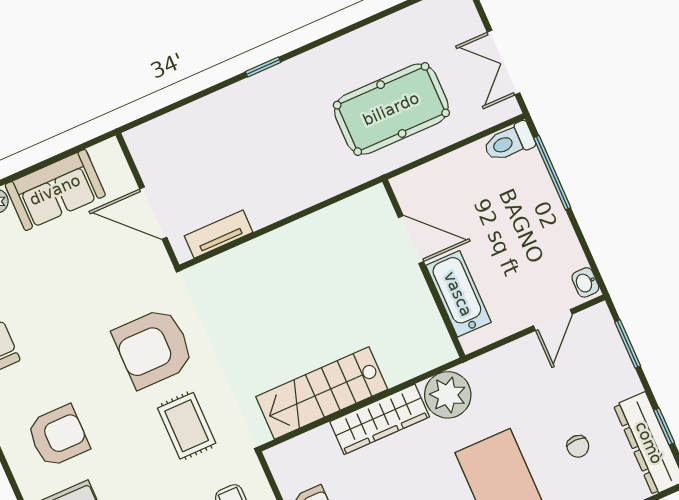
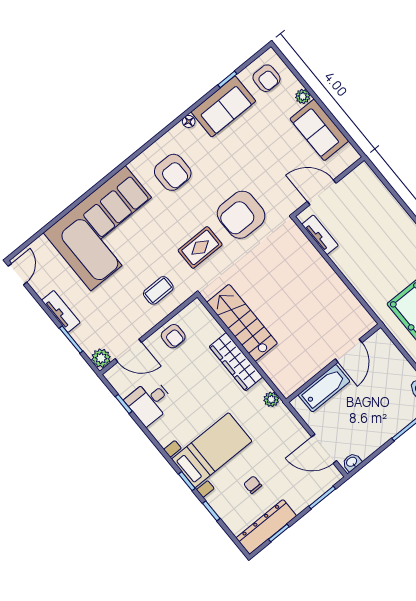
door: (153, 213) -> (322, 192), hinge flipped
door: (553, 320) -> (324, 449), width x1.37
armchair: (153, 348) -> (241, 215), turned -90
plant: (448, 395) -> (271, 399), width x0.53, depth x0.53
chair: (578, 446) -> (253, 485), turned 90

